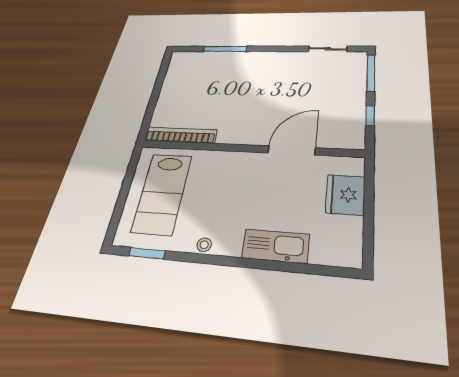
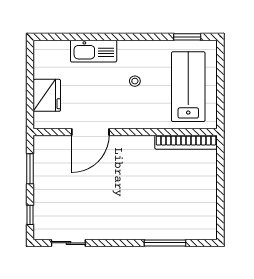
window: (371, 73) -> (30, 215), width x0.46
window: (370, 116) -> (30, 169), width x1.50
stool: (204, 245) -> (135, 81), moved

